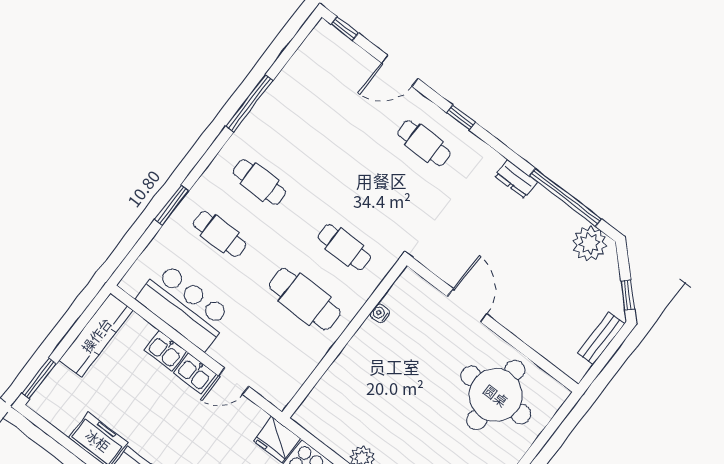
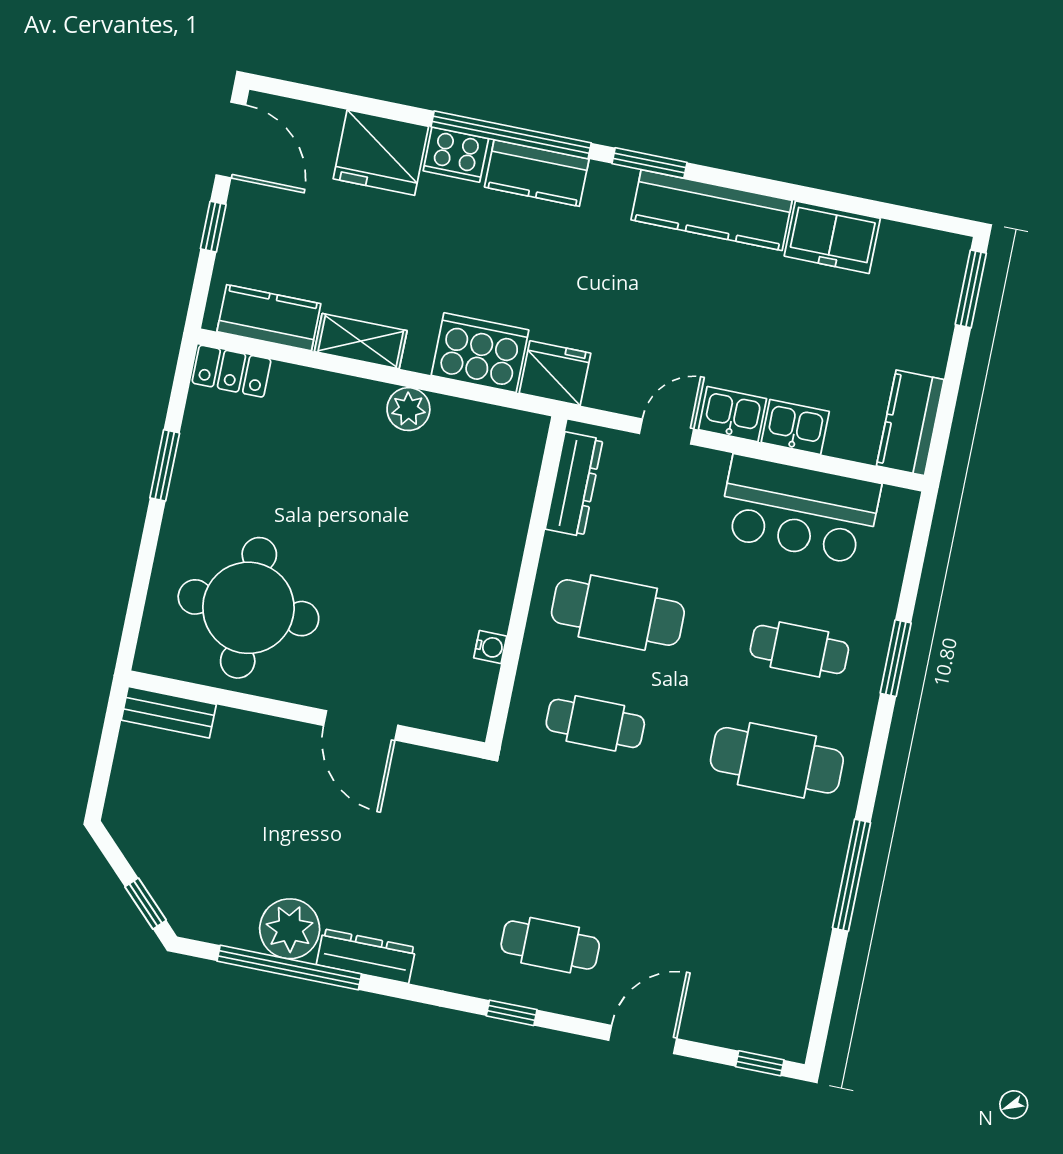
dresser: (516, 179) -> (366, 956), width x1.44
cafe table: (259, 182) -> (777, 760), width x1.37, depth x1.35
plant: (589, 243) -> (290, 929), moved
window: (628, 295) -> (146, 904), moved
kitchen counter: (96, 335) -> (910, 423), width x0.67
bench: (601, 338) -> (169, 712), moved, turned 90
dresser: (295, 377) -> (574, 484), added

